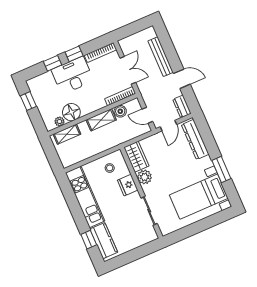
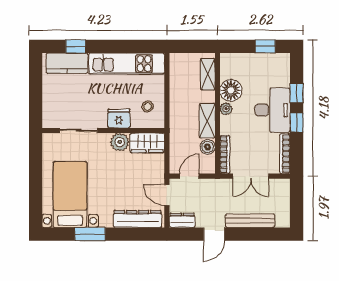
plant: (60, 122) -> (226, 109), moved

